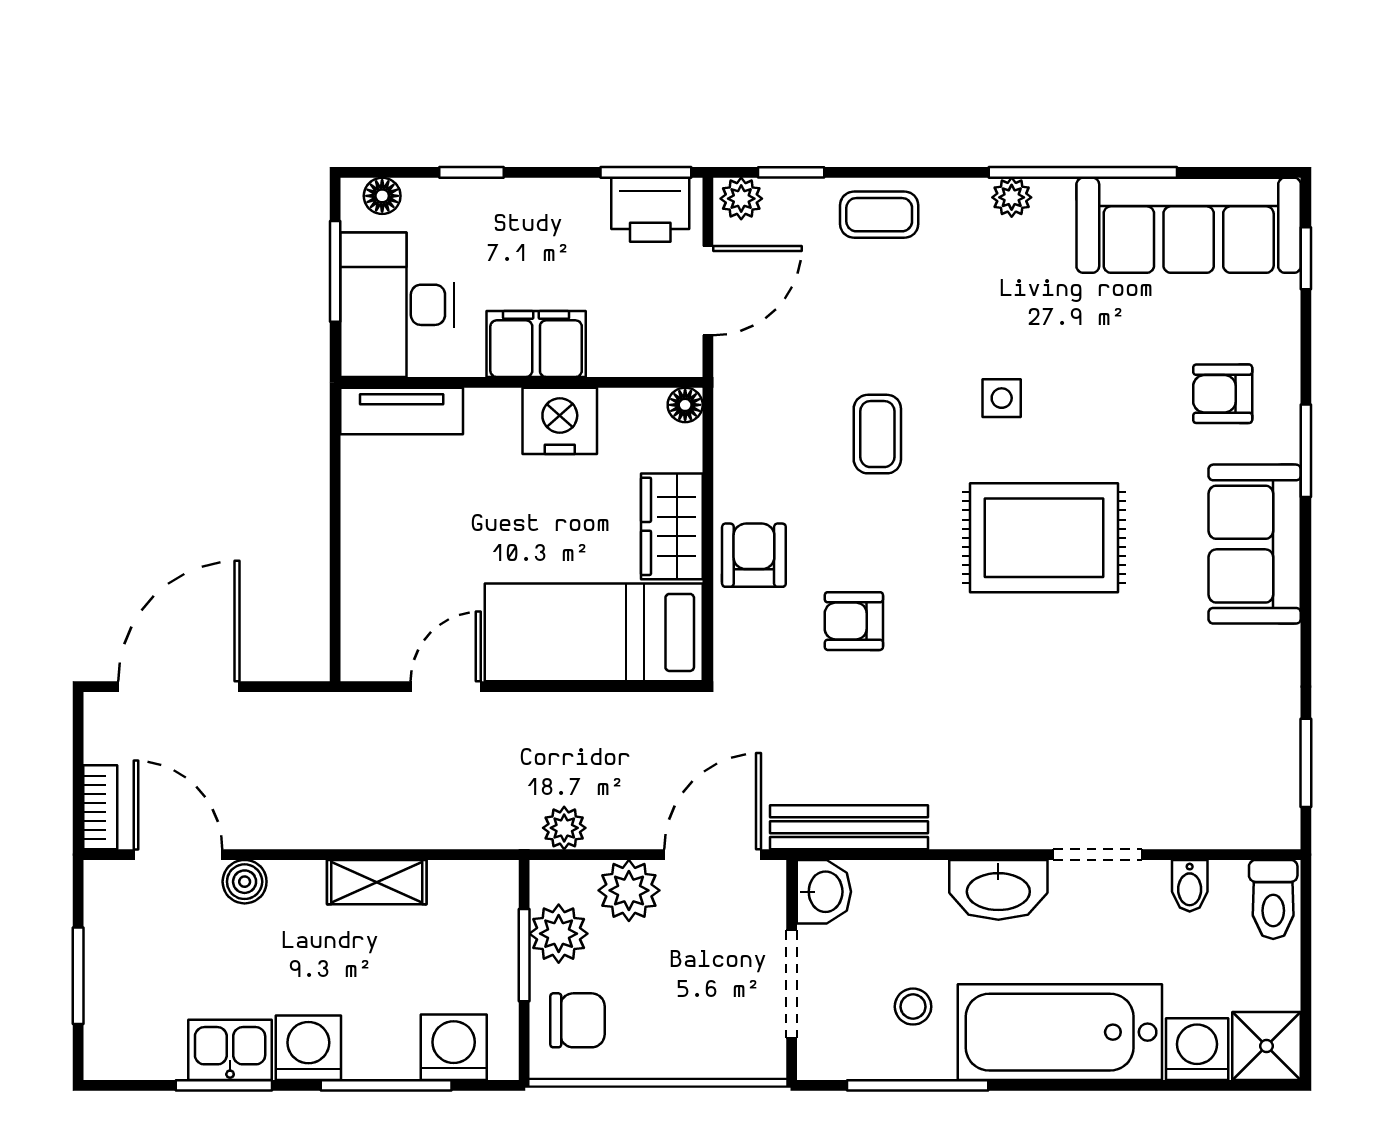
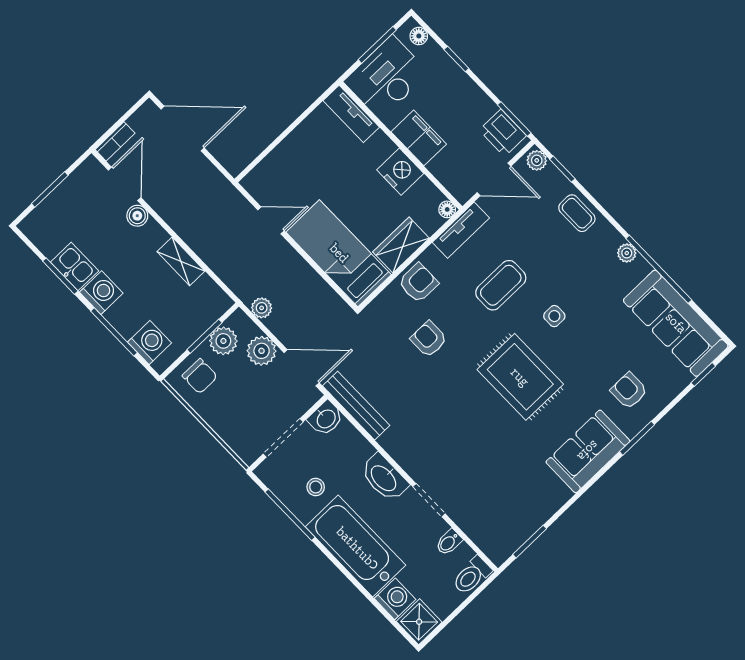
tv unit: (736, 414) -> (461, 230), added
coffee table: (877, 434) -> (501, 285), width x1.36, depth x1.30

